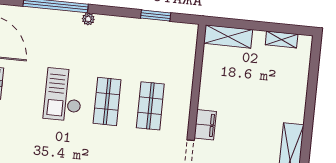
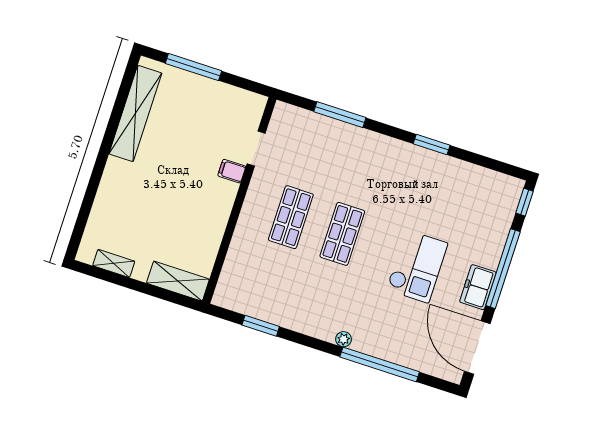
checkout: (63, 95) -> (417, 266), moved
filing cabinet: (205, 125) -> (232, 171), width x0.50

